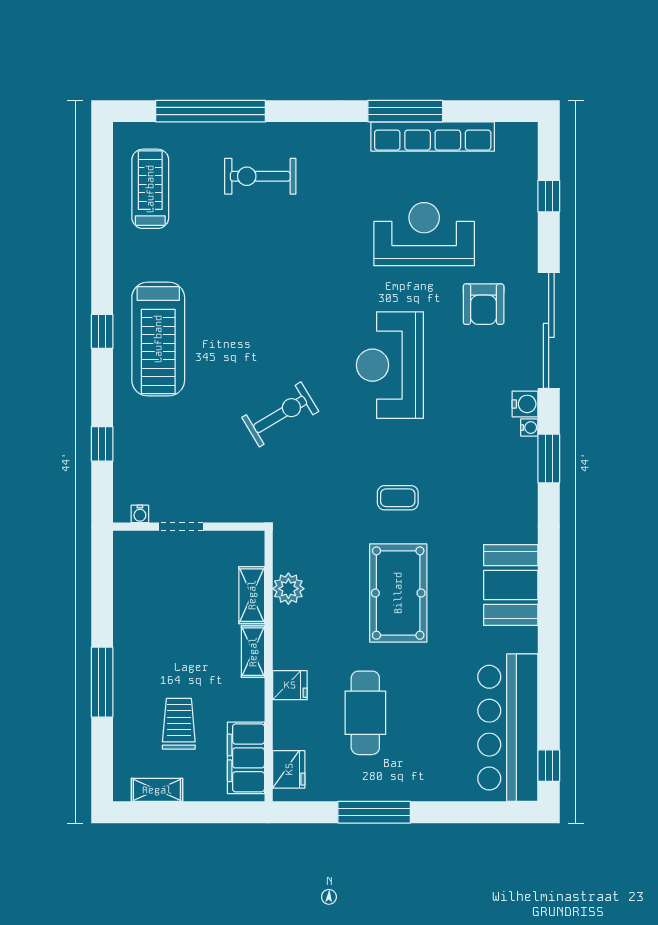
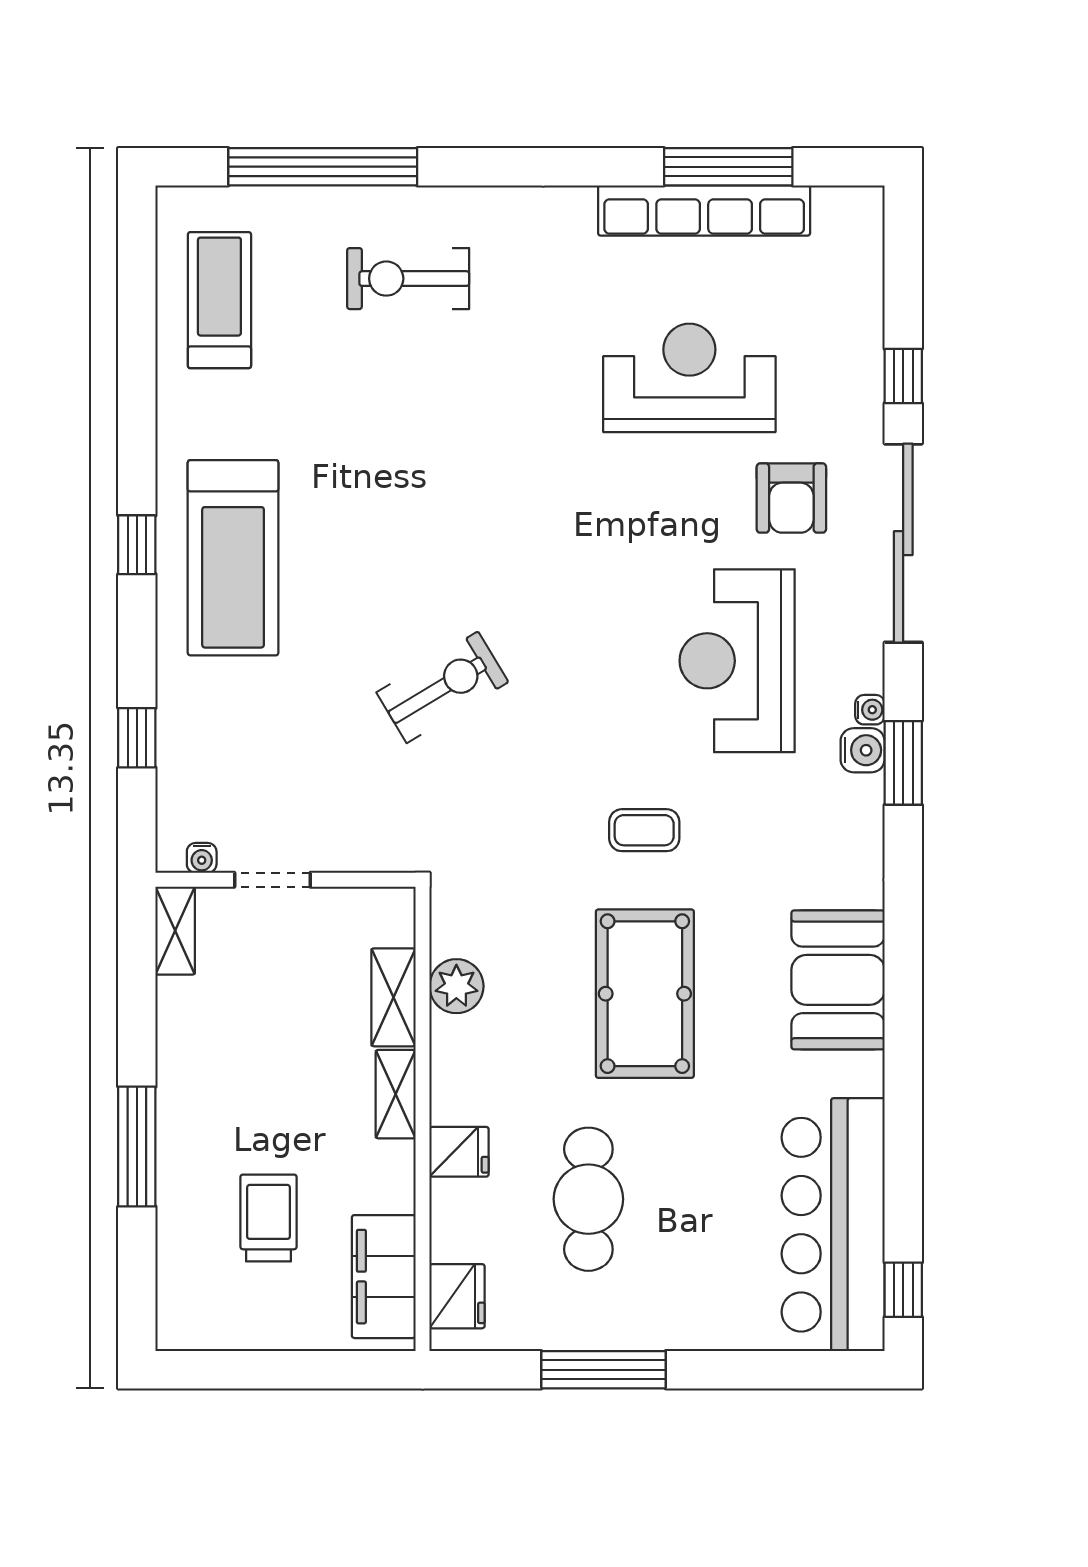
window: (405, 111) -> (728, 167), moved
window: (549, 196) -> (903, 376), moved
reception desk: (390, 365) -> (737, 661), moved
water cooler: (525, 404) -> (863, 750), moved
shelving: (157, 790) -> (175, 931), moved, turned 90

